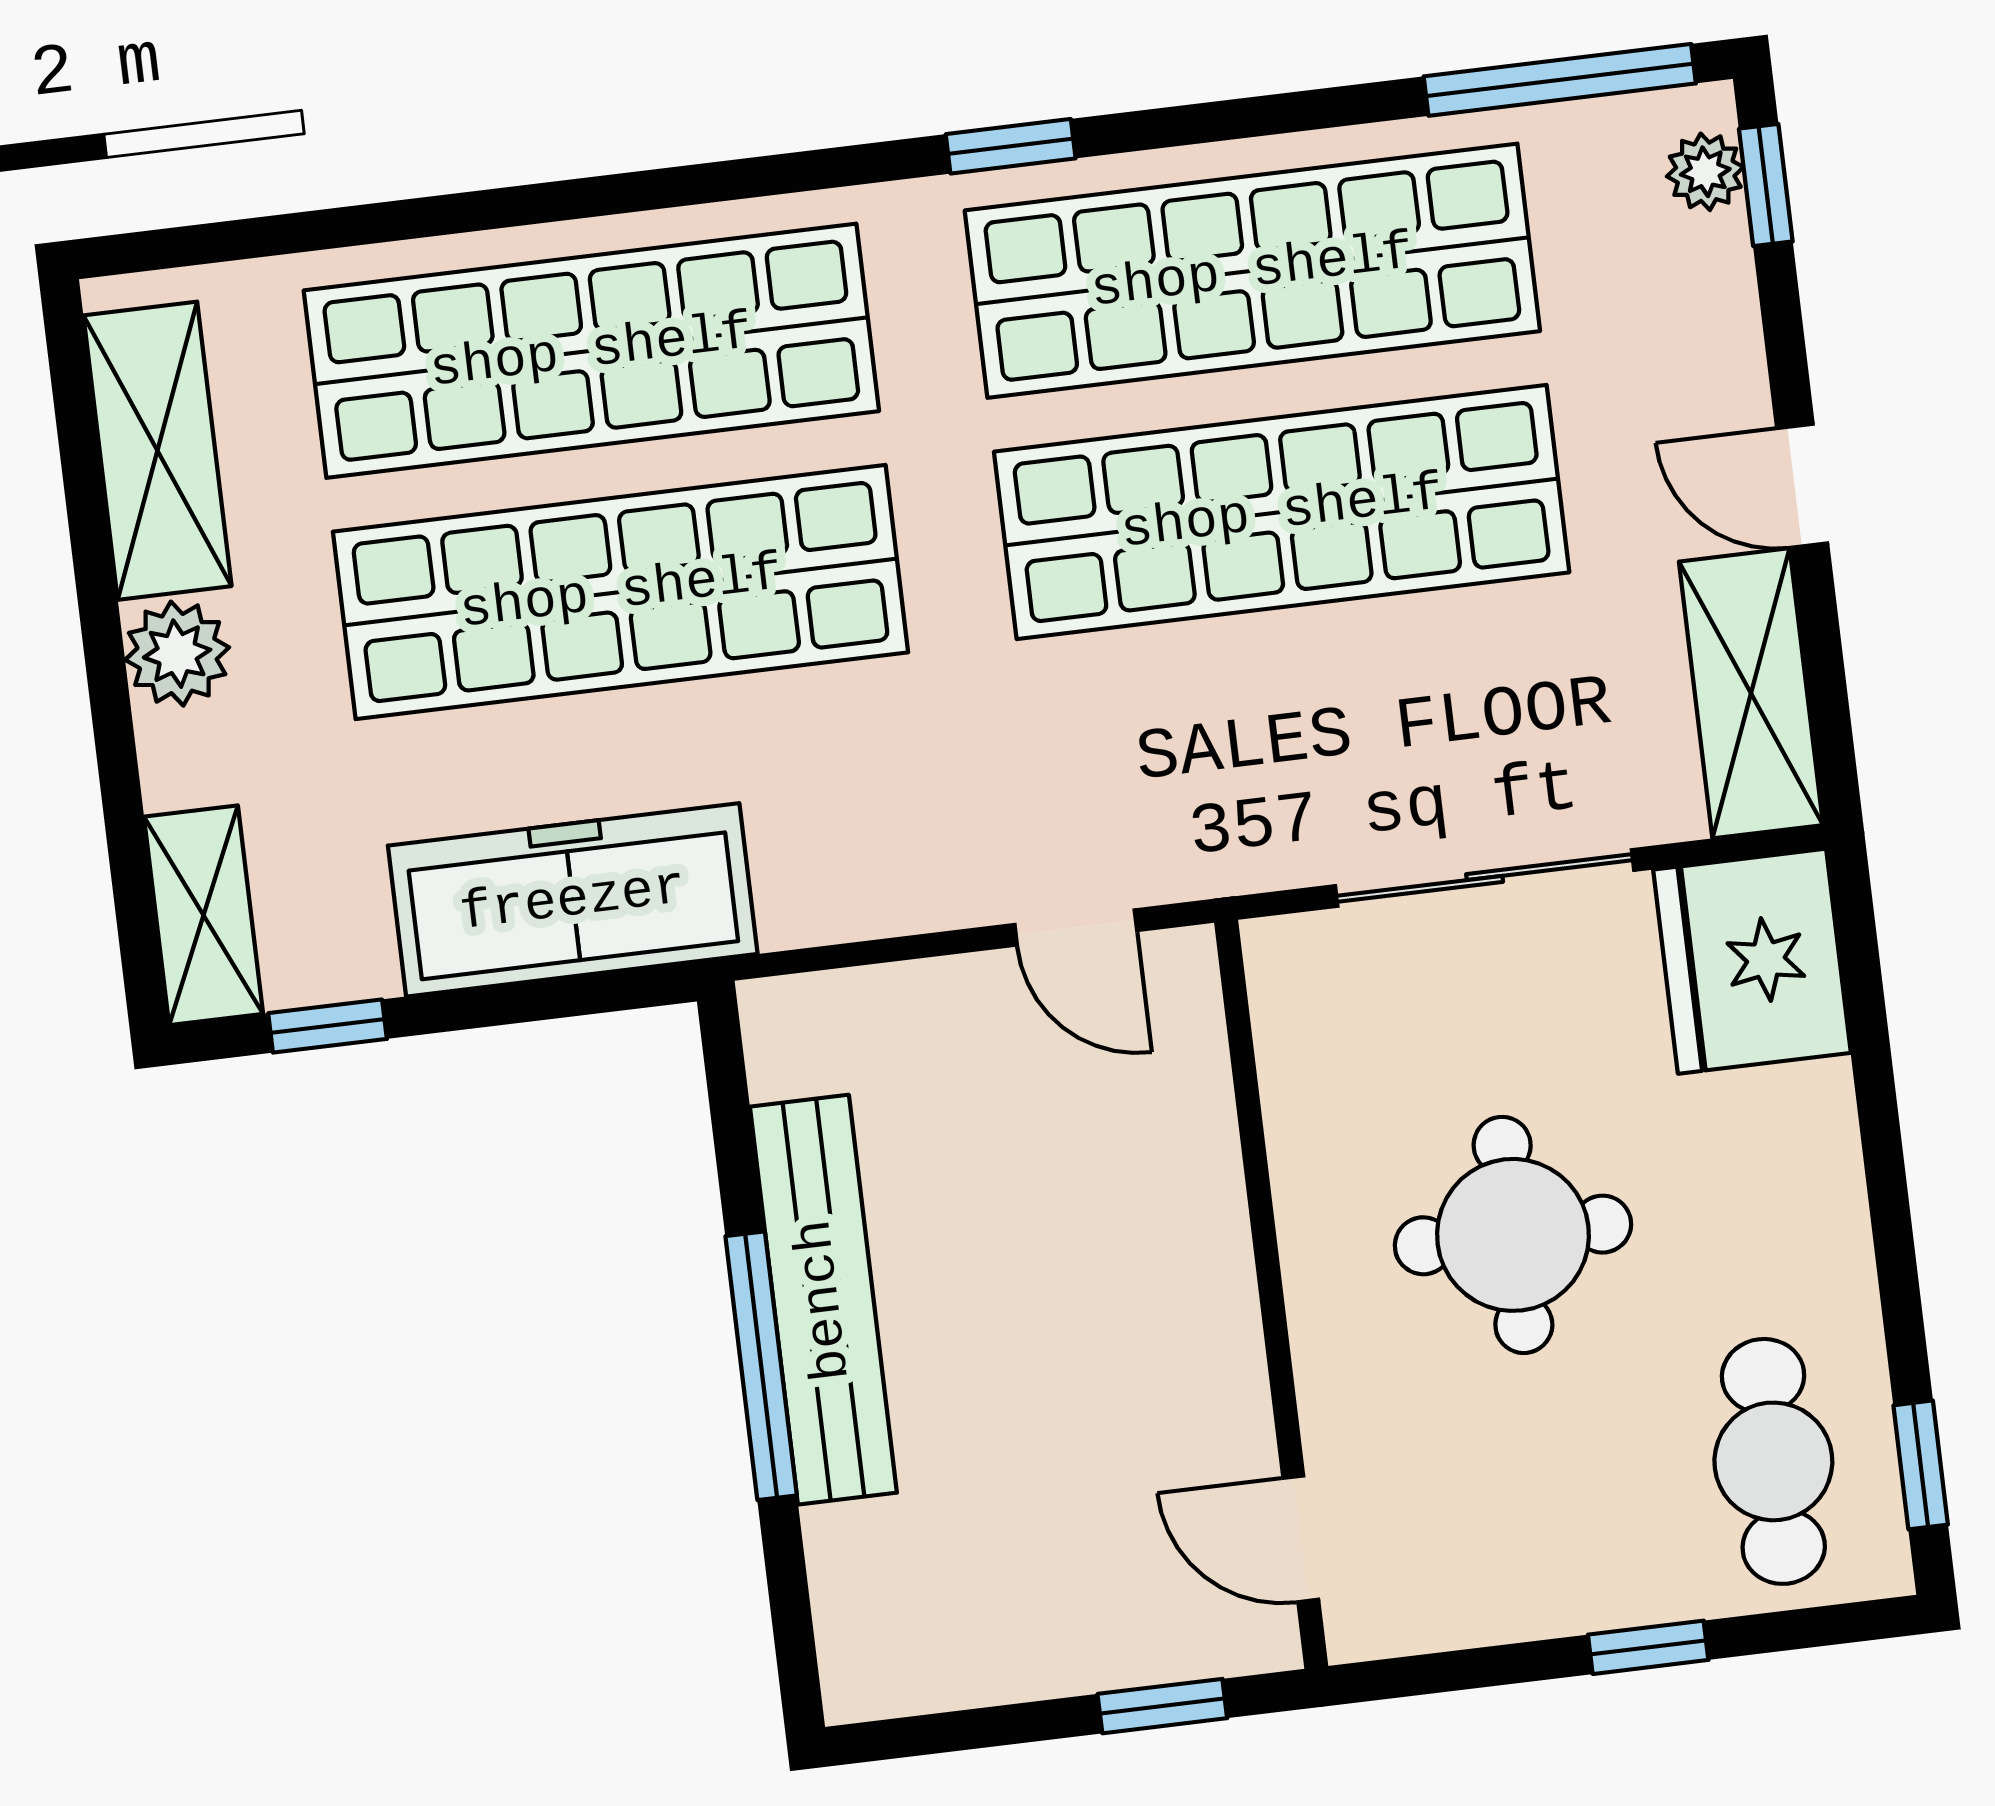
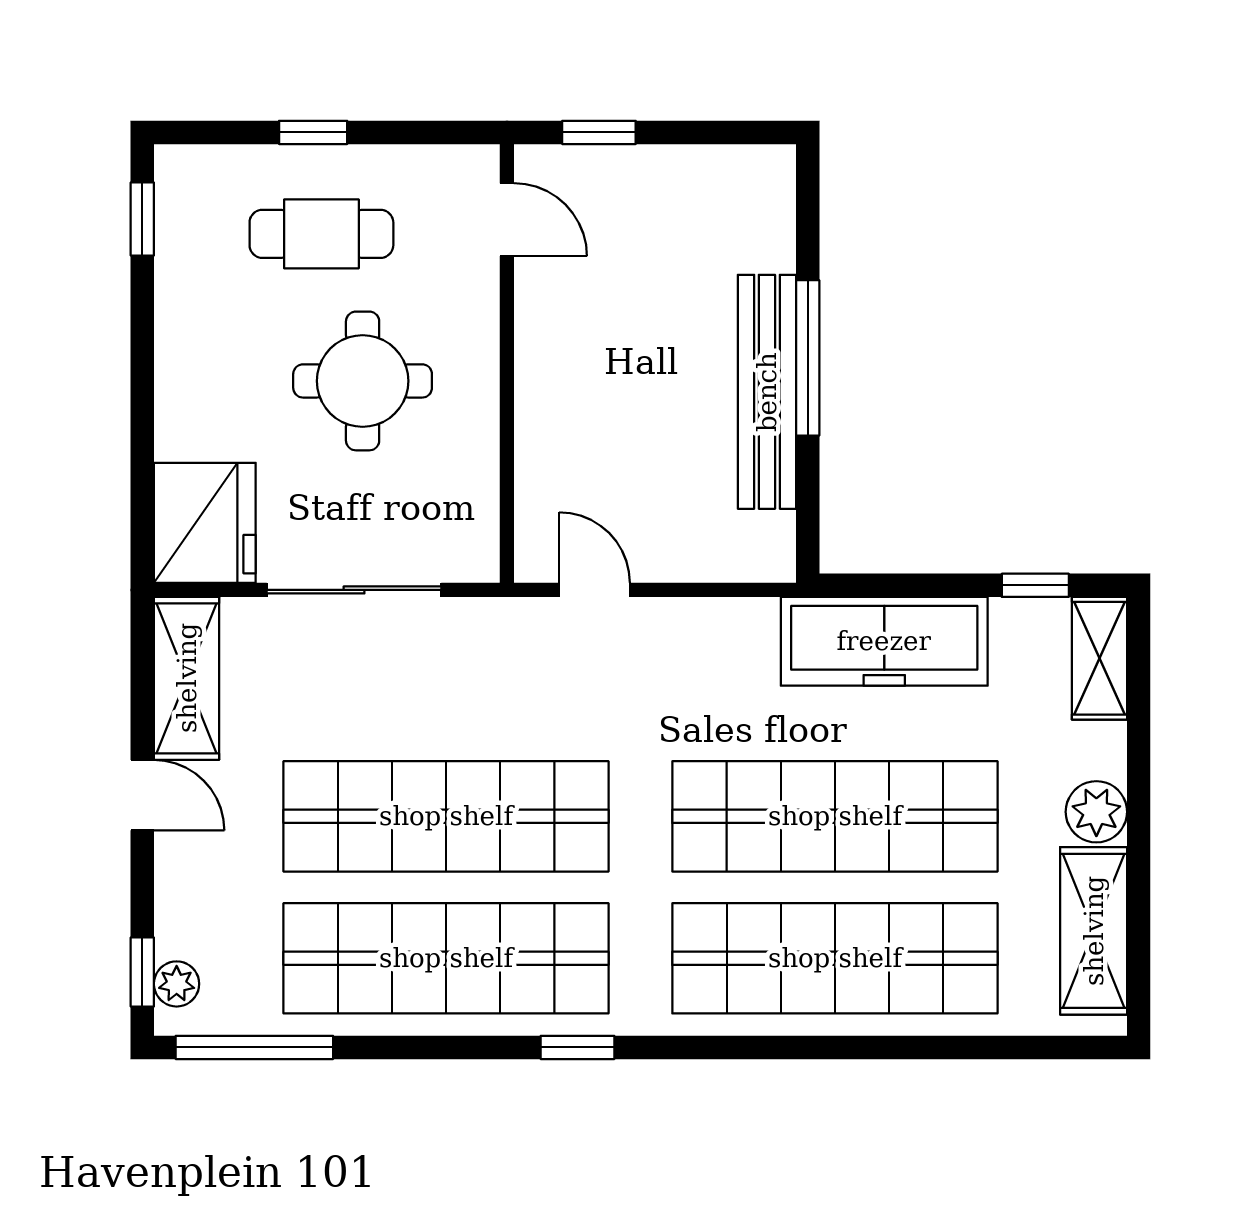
cafe table: (1773, 1461) -> (321, 234), moved, turned 90

